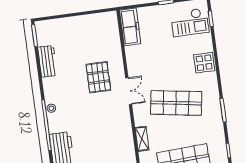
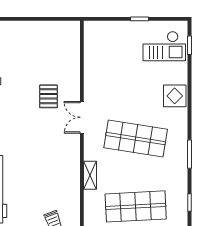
freezer: (130, 27) -> (94, 42), removed
pallet: (98, 77) -> (48, 96), width x0.67, depth x0.71
double door: (129, 91) -> (82, 117), swing flipped

